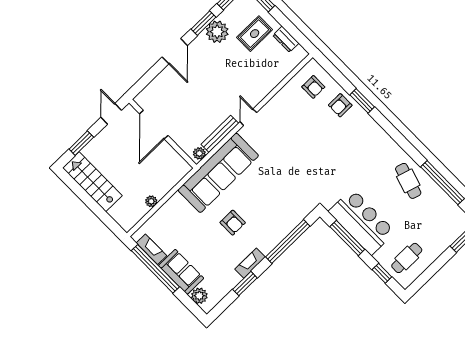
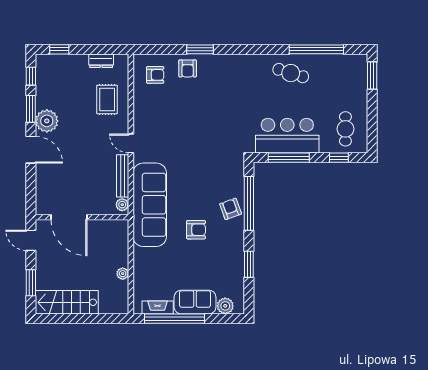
plant: (217, 32) -> (47, 121), moved
rug: (255, 34) -> (107, 99), moved
armchair: (271, 232) -> (231, 209), added
fireplace: (250, 263) -> (238, 246), removed

